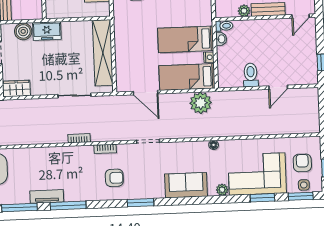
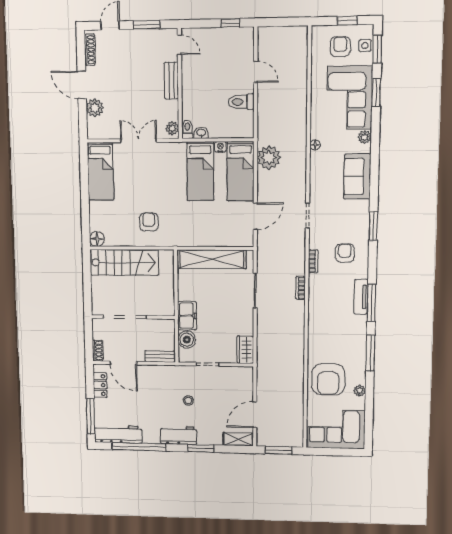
plant: (244, 11) -> (172, 128), moved
armchair: (302, 163) -> (340, 47), turned 90
tv unit: (47, 196) -> (361, 297), moved

